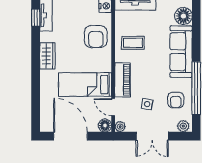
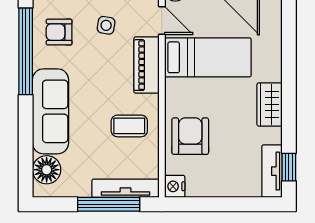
armchair: (176, 100) -> (59, 32), turned -90

